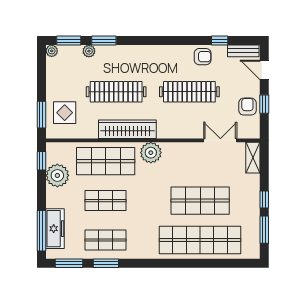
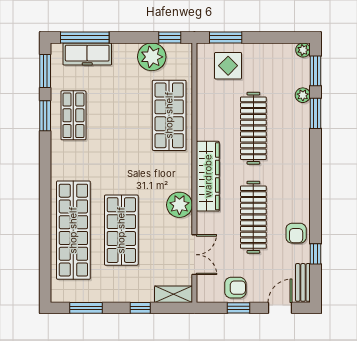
wardrobe: (127, 129) -> (208, 176), moved
plant: (151, 153) -> (179, 205), moved
window: (264, 199) -> (140, 308), moved
shop shelf: (106, 201) -> (121, 115), removed

